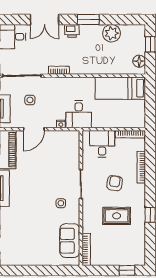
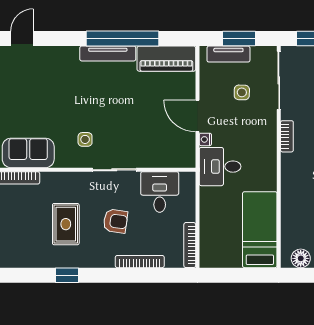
door: (34, 129) -> (197, 116), moved
desk: (102, 144) -> (160, 192), moved, turned -90

